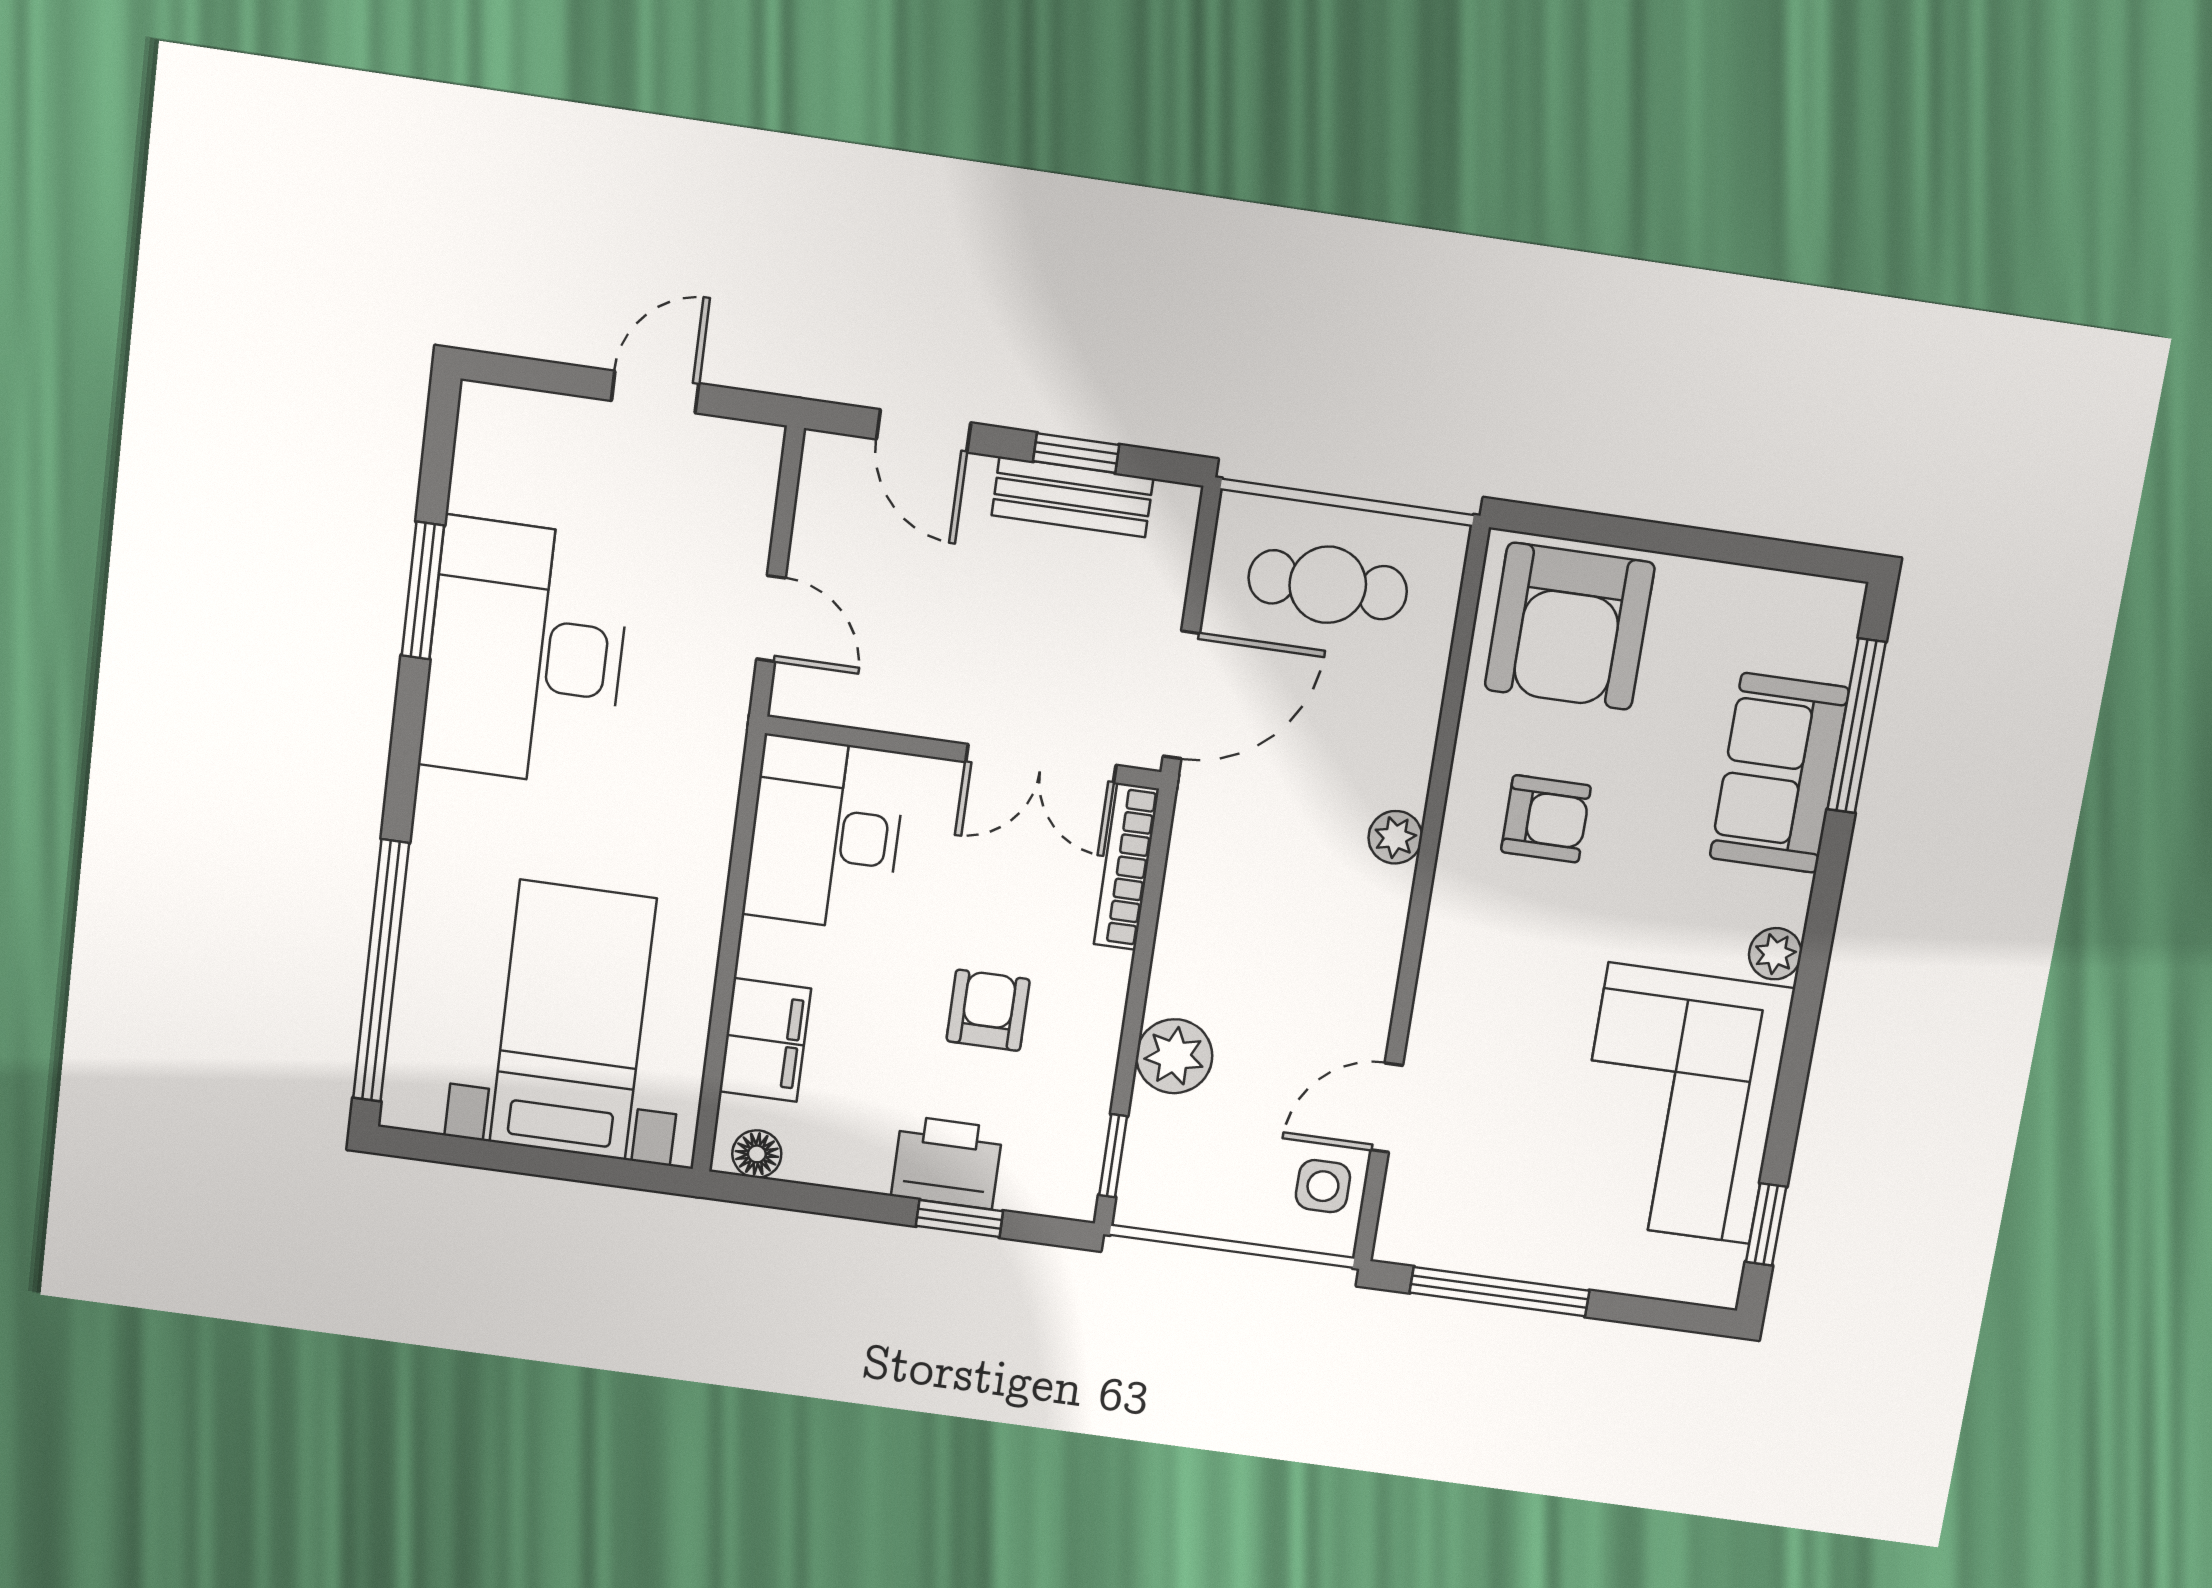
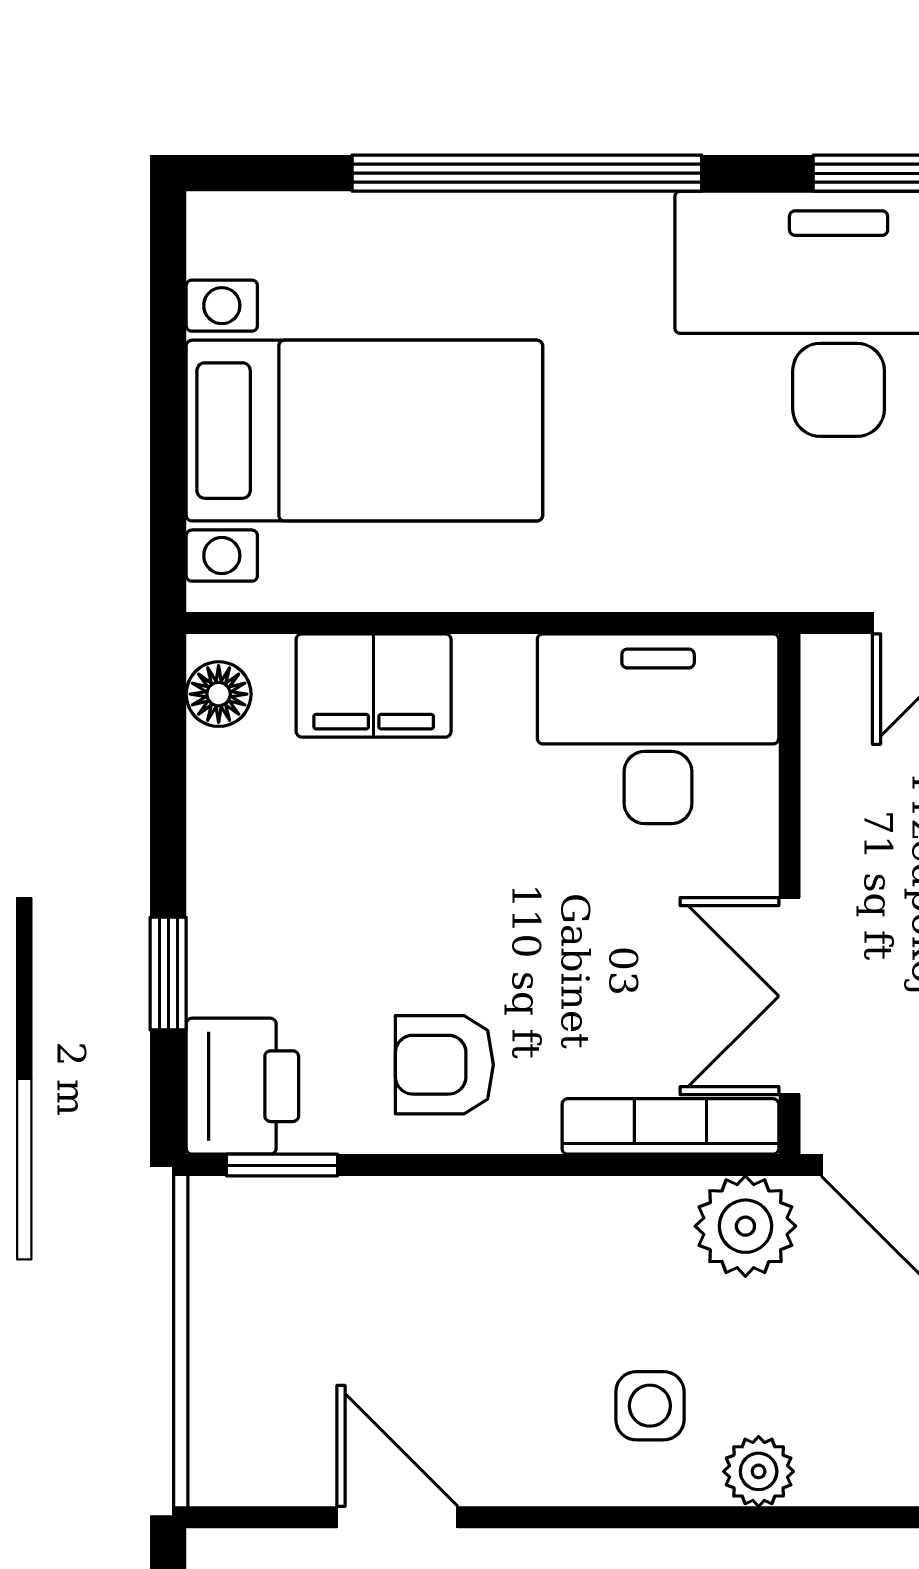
window: (381, 971) -> (527, 173), moved
armchair: (988, 1010) -> (444, 1065), moved, turned 180
plant: (1174, 1056) -> (745, 1226), moved
printer: (947, 1162) -> (242, 1086), moved
side table: (1323, 1186) -> (650, 1406), moved

